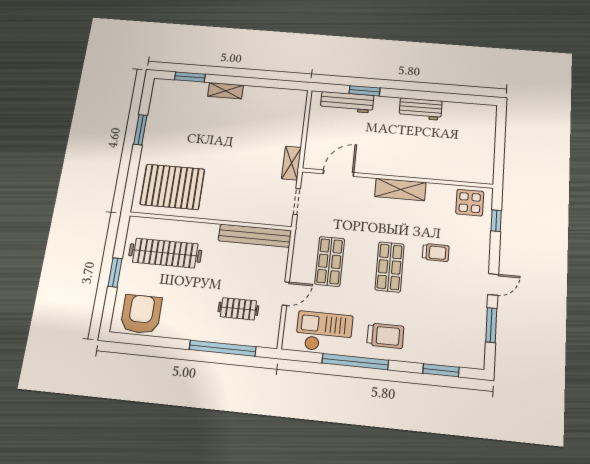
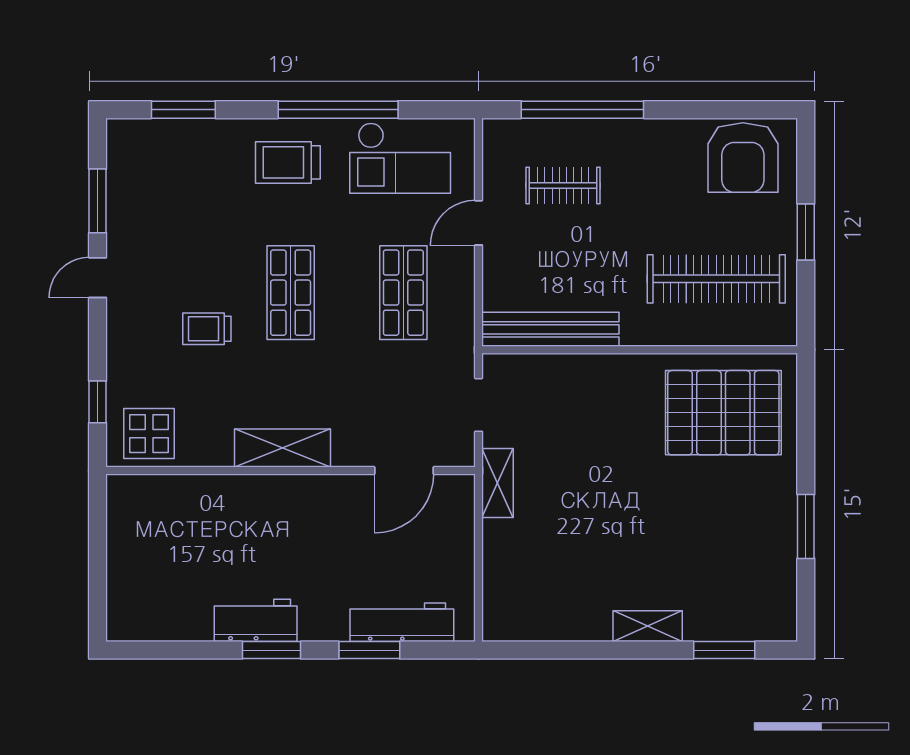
window: (414, 95) -> (271, 650), added

